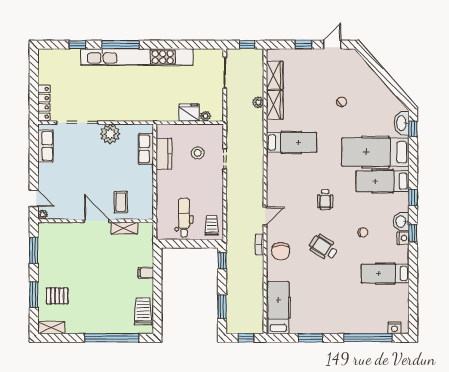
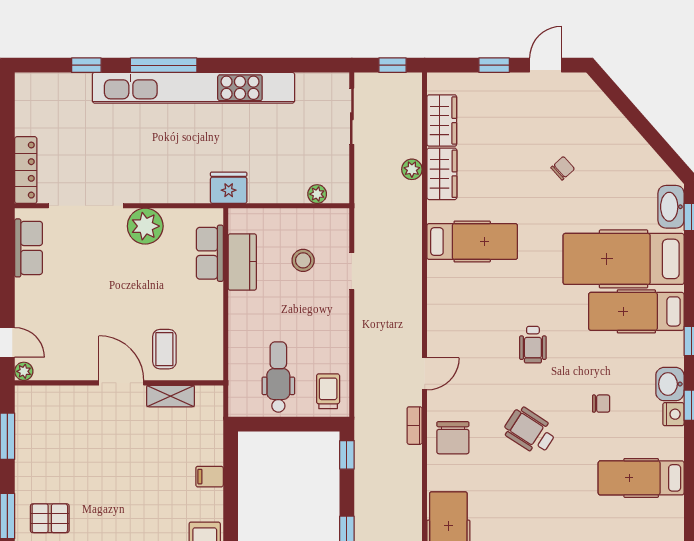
fridge: (189, 113) -> (229, 188), moved

